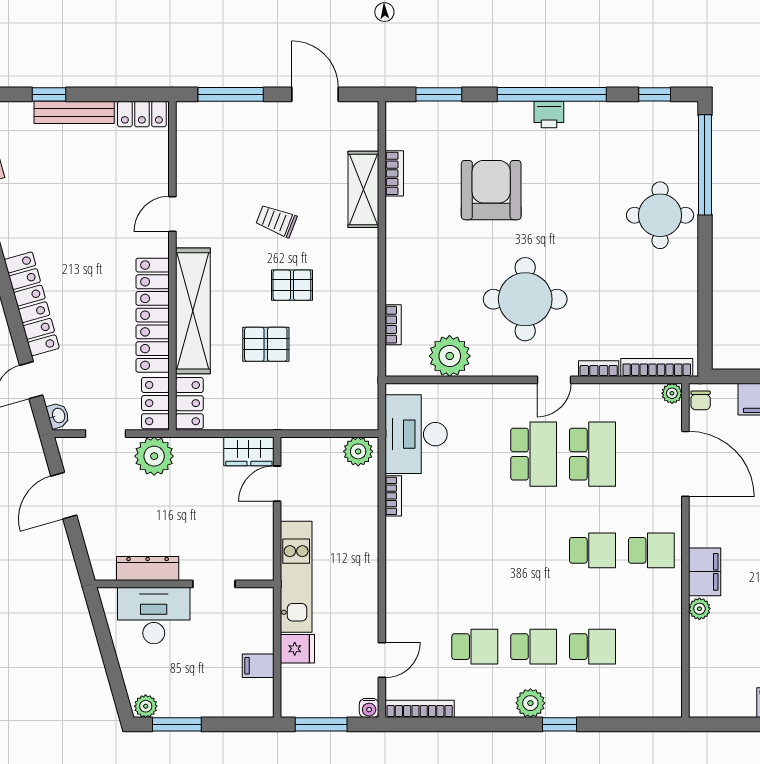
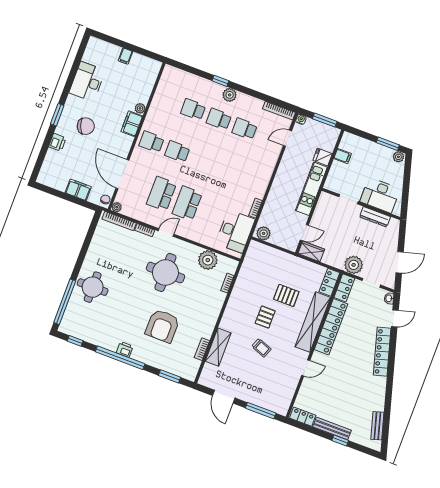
pallet: (292, 285) -> (265, 317), turned 90

